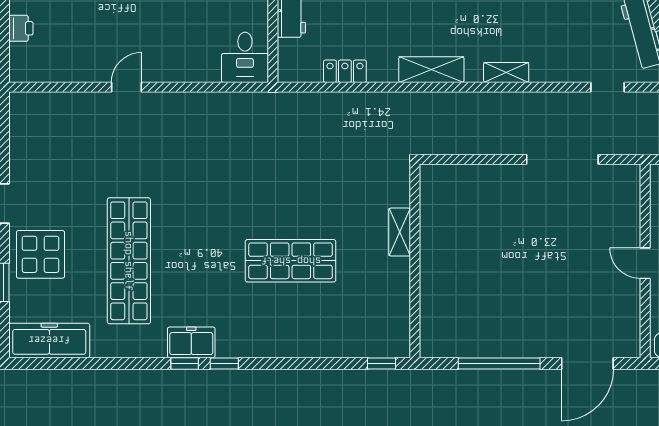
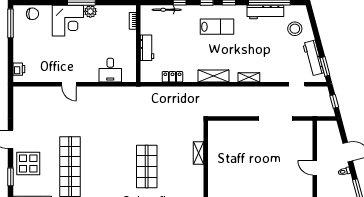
printer: (21, 28) -> (19, 69), moved
desk: (245, 57) -> (110, 70), moved
door: (127, 87) -> (69, 84), swing flipped
shop shelf: (291, 261) -> (147, 167), turned 90

